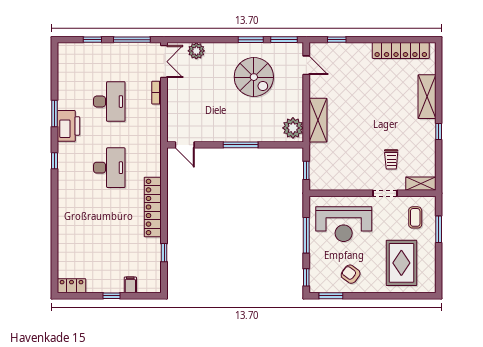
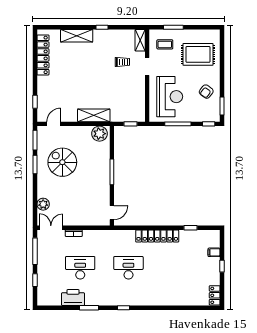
spiral stairs: (254, 77) -> (62, 162), turned -90
printer: (68, 126) -> (73, 298), moved

